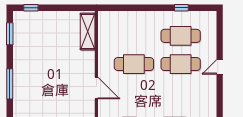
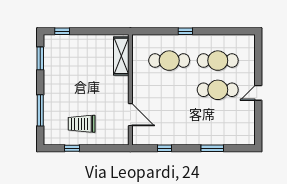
window: (181, 8) -> (185, 31), moved
cafe table: (134, 64) -> (169, 61), moved
trolley: (49, 97) -> (82, 124), added

